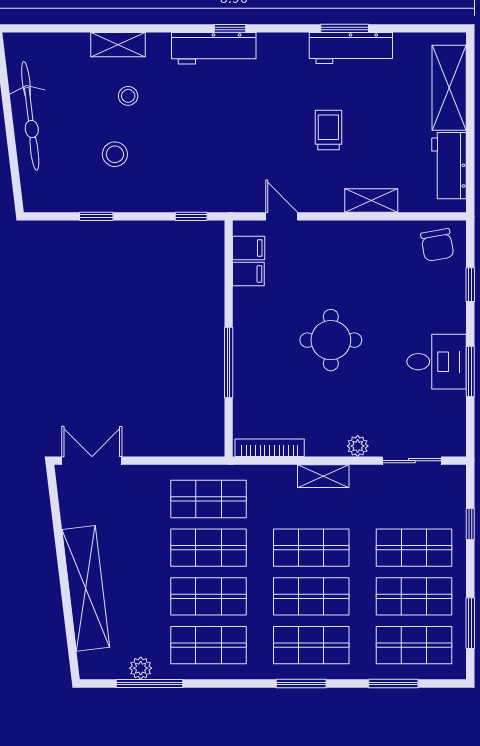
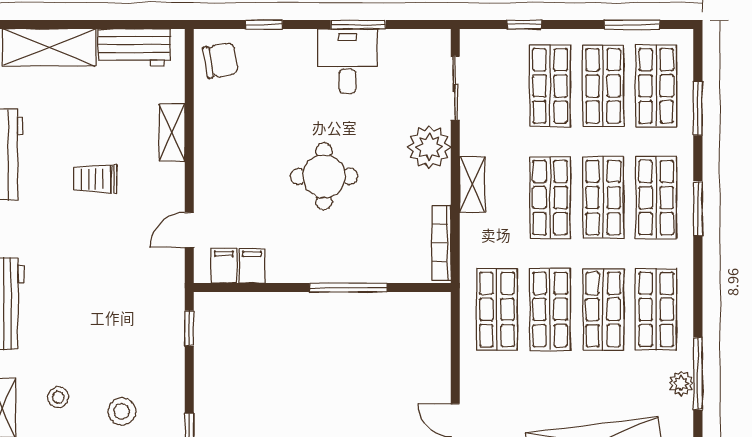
plant: (358, 446) -> (429, 147), width x1.87, depth x1.87

